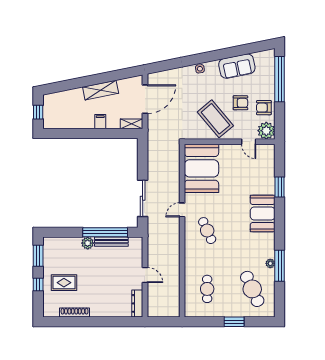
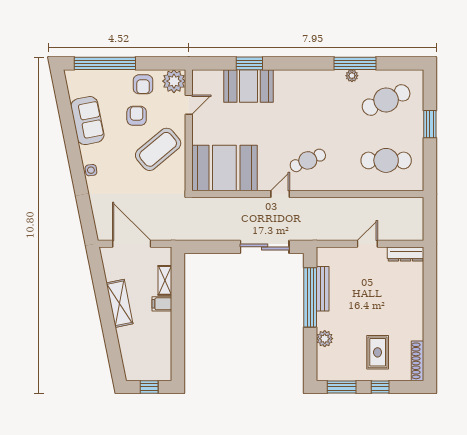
shelving: (131, 124) -> (165, 280), moved
door: (182, 210) -> (280, 194), swing flipped
booth: (263, 214) -> (249, 86), moved
plant: (88, 243) -> (325, 339), moved
cafe table: (207, 289) -> (386, 160), width x1.37, depth x1.35
shoe rack: (75, 312) -> (418, 361), moved

